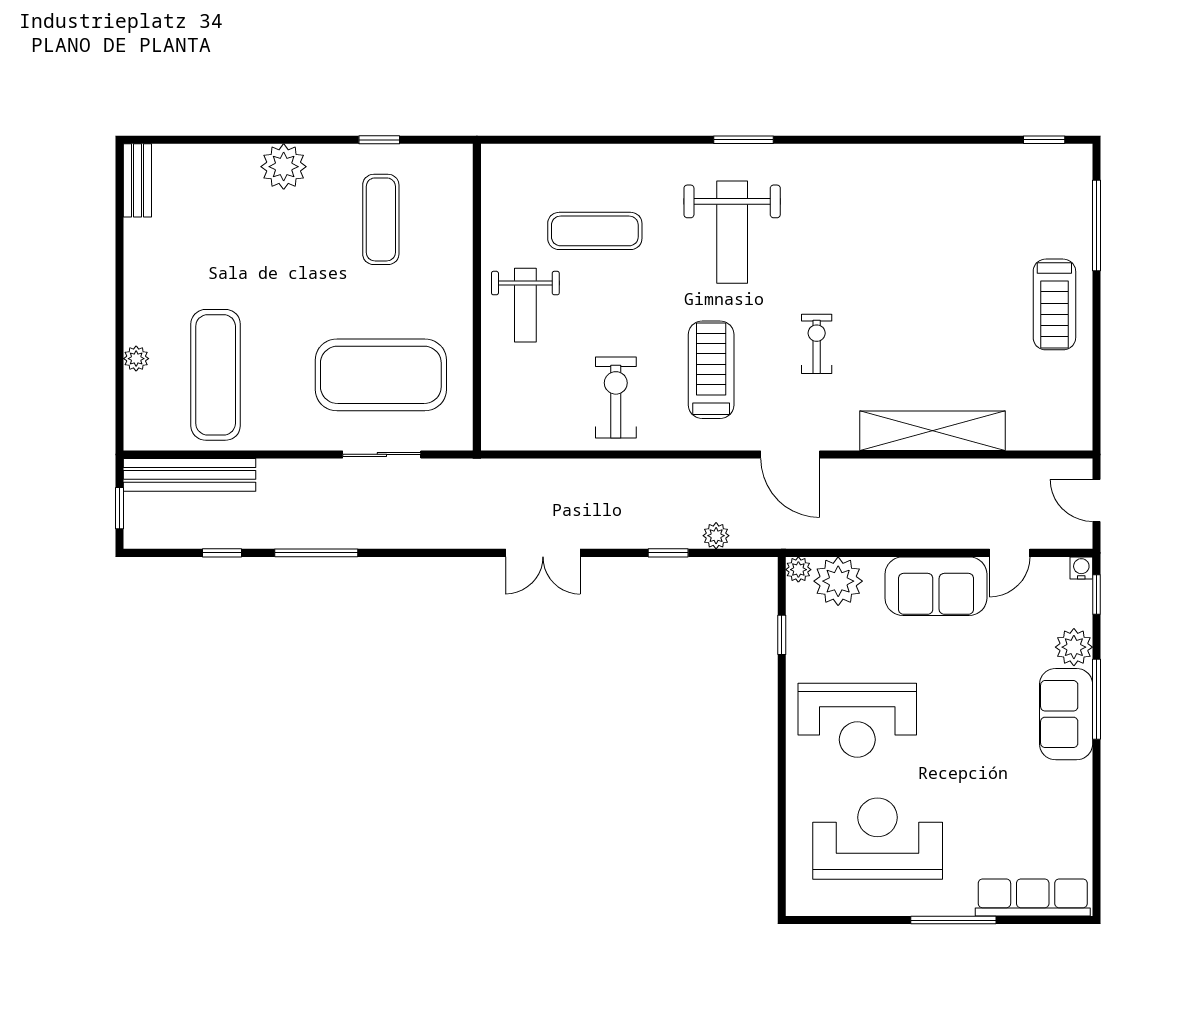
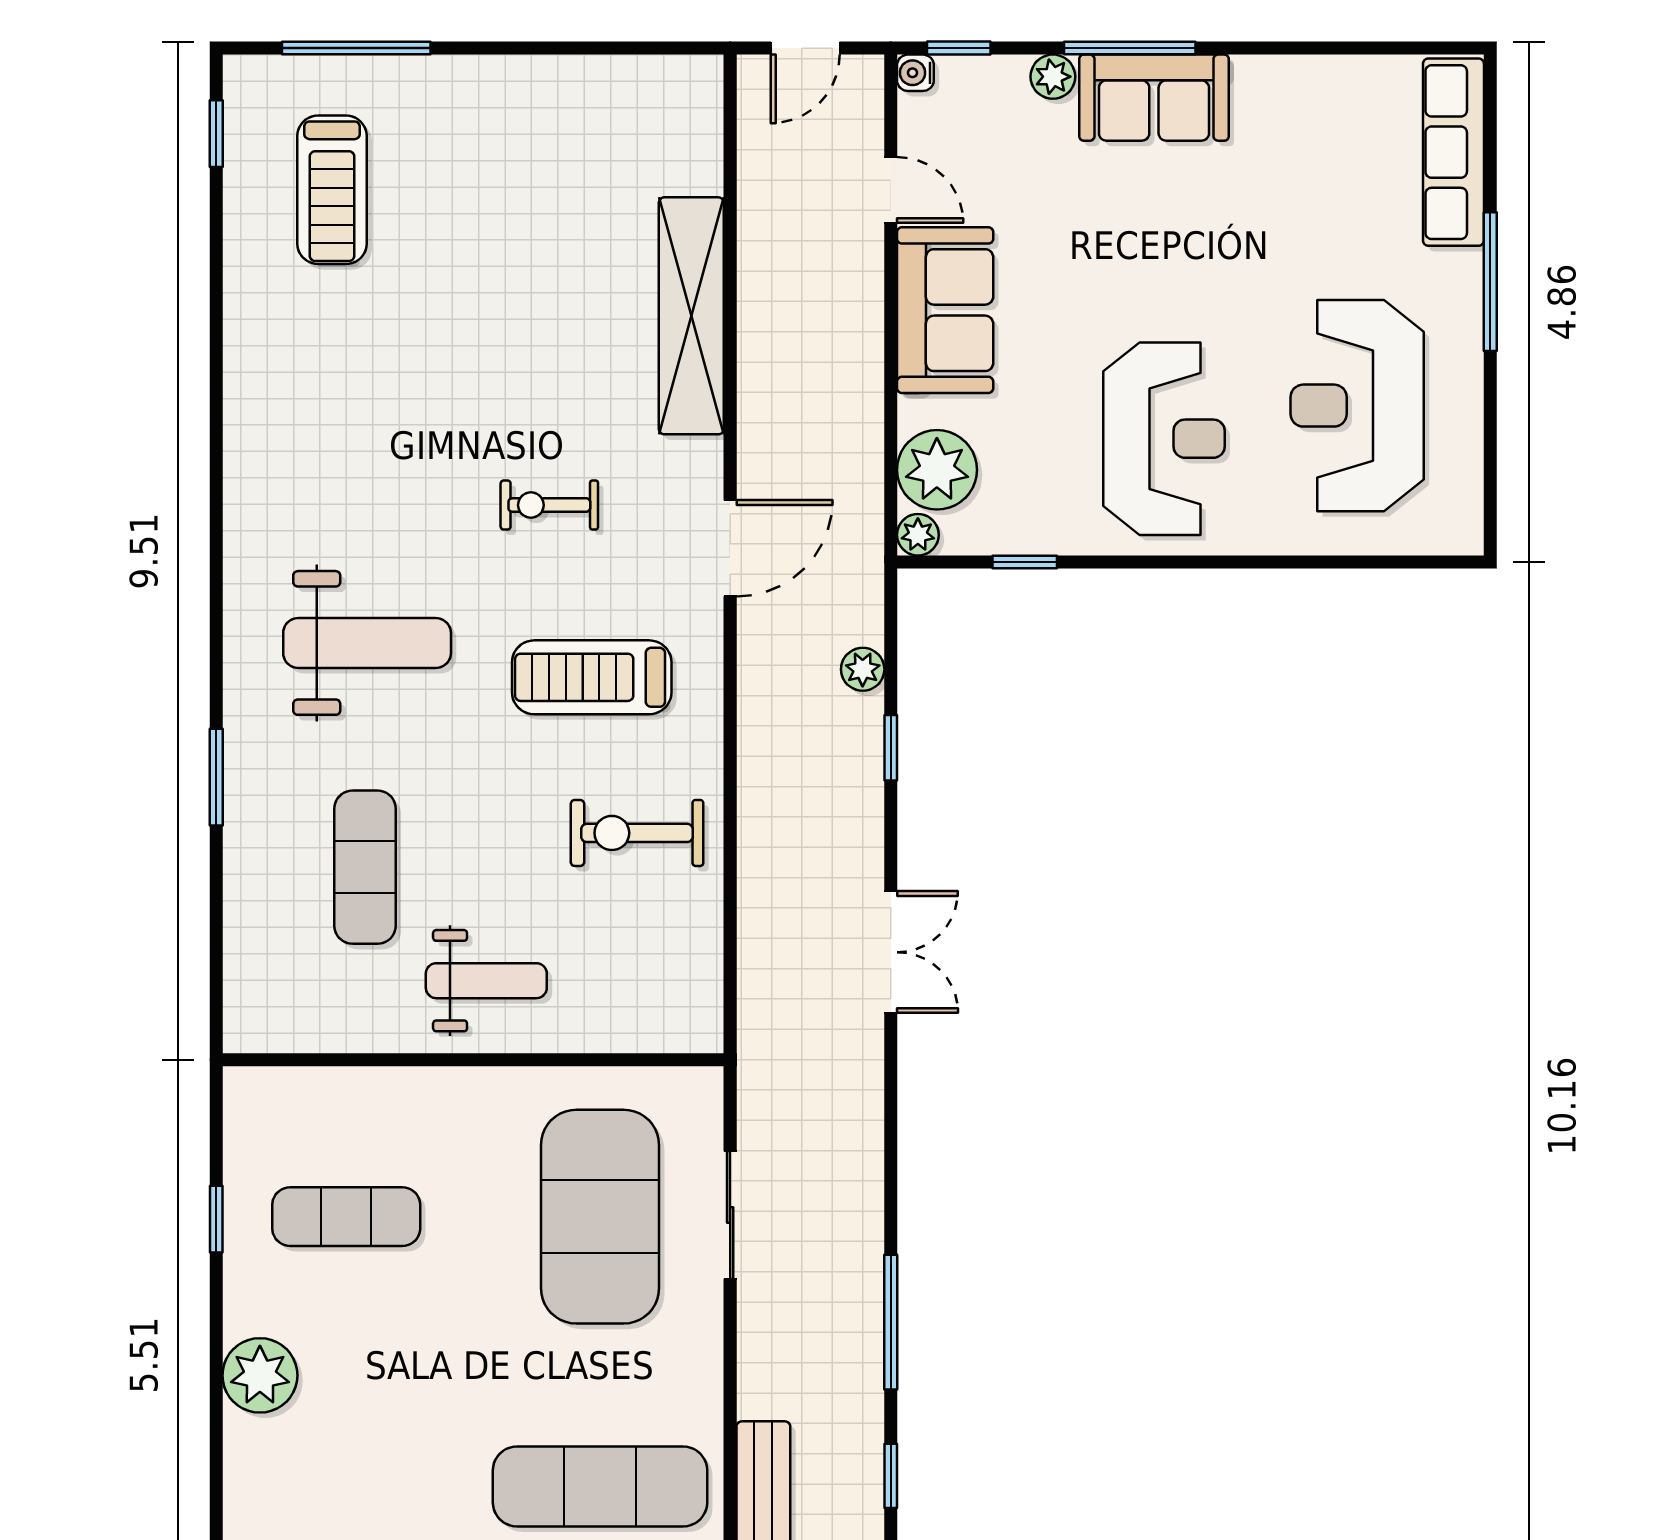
window: (743, 140) -> (216, 777), moved
treadmill: (1054, 304) -> (332, 190), moved, turned 90
plant: (1074, 647) -> (1053, 77), width x0.73, depth x0.73

